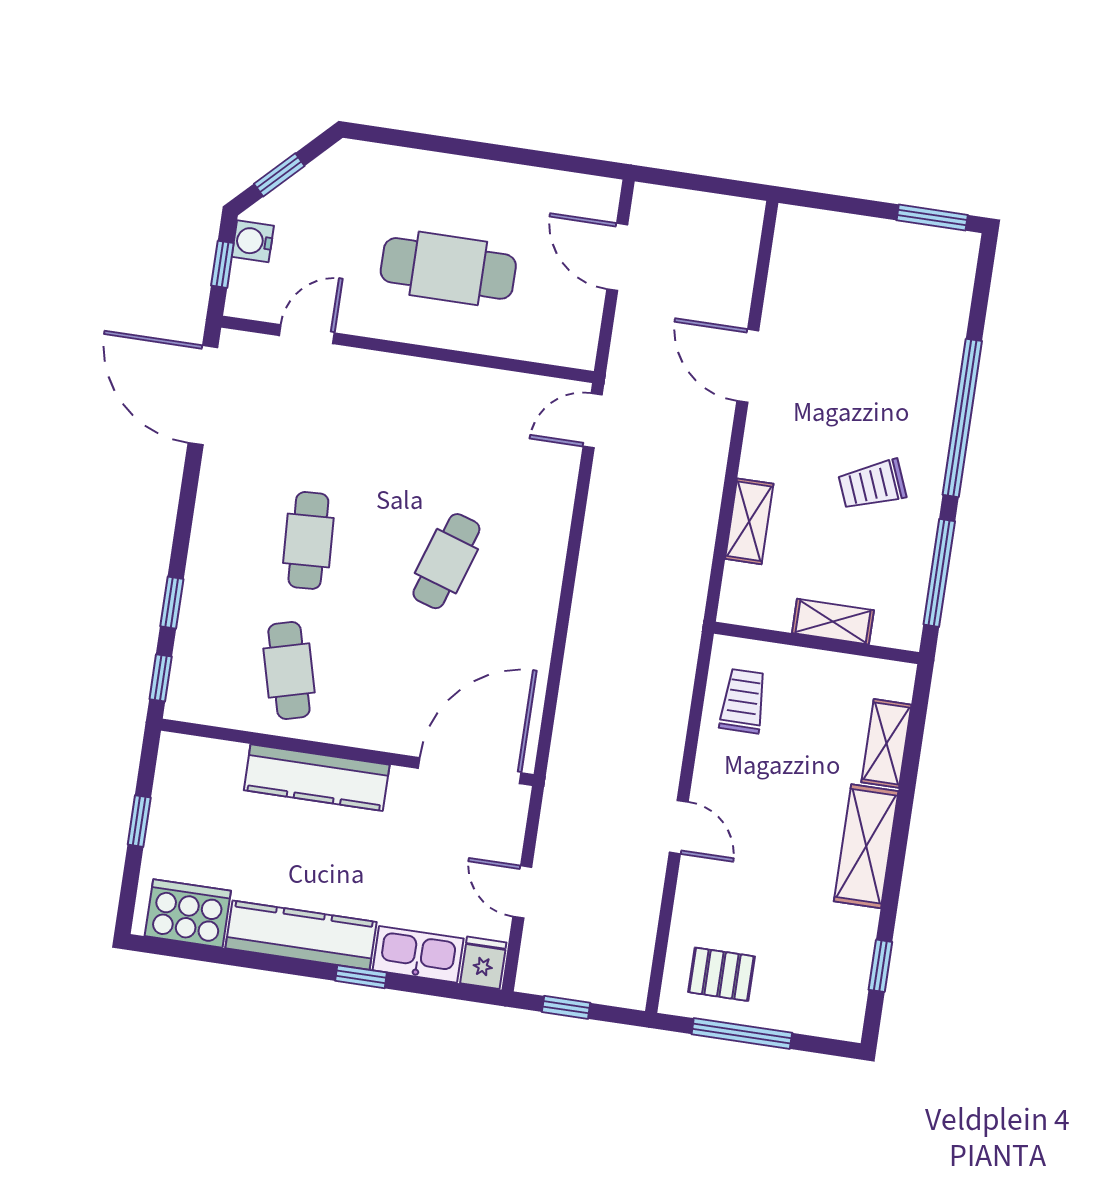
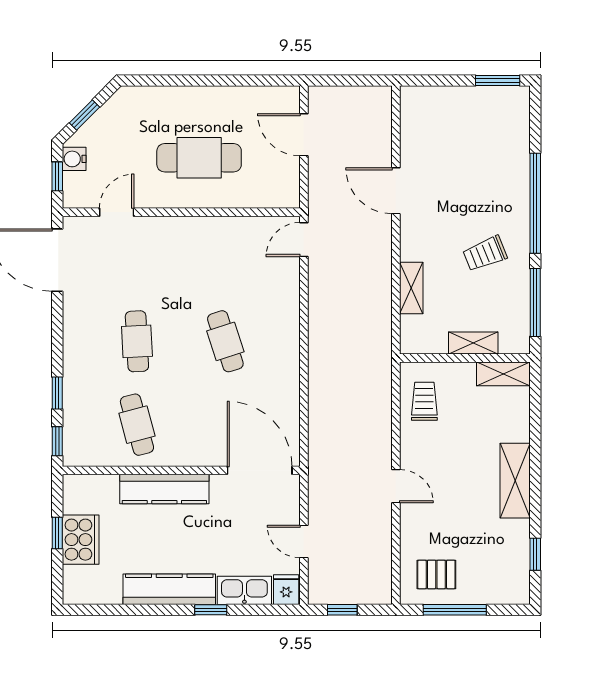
cafe table: (446, 561) -> (225, 341), turned -36
shelving: (886, 743) -> (503, 374), moved, turned 90
door: (470, 771) -> (260, 470), hinge flipped
cooker: (188, 913) -> (81, 540), moved, turned 90

